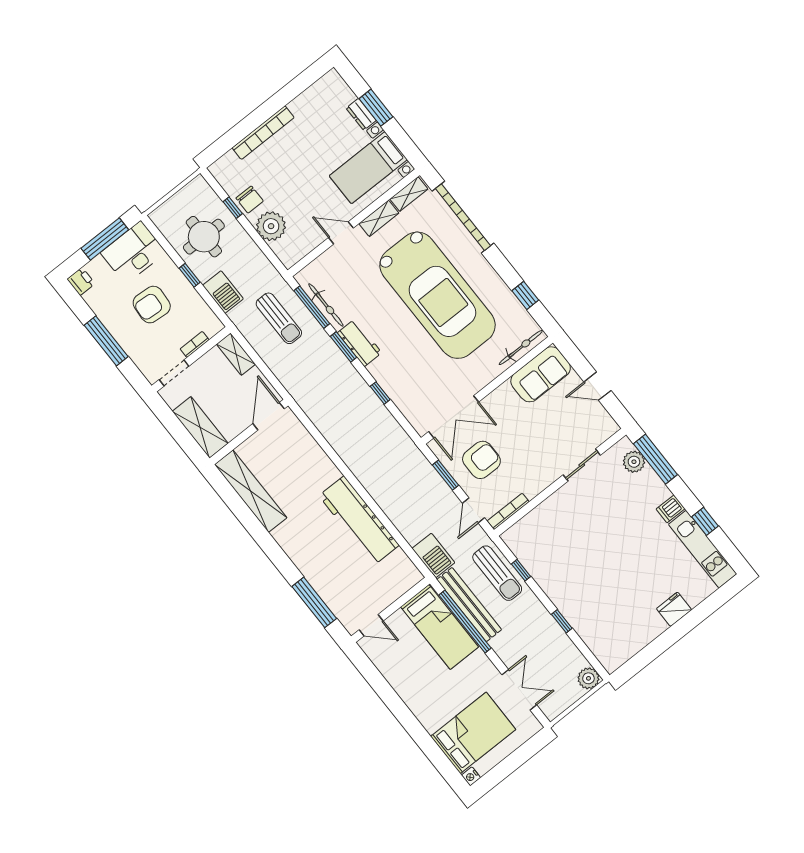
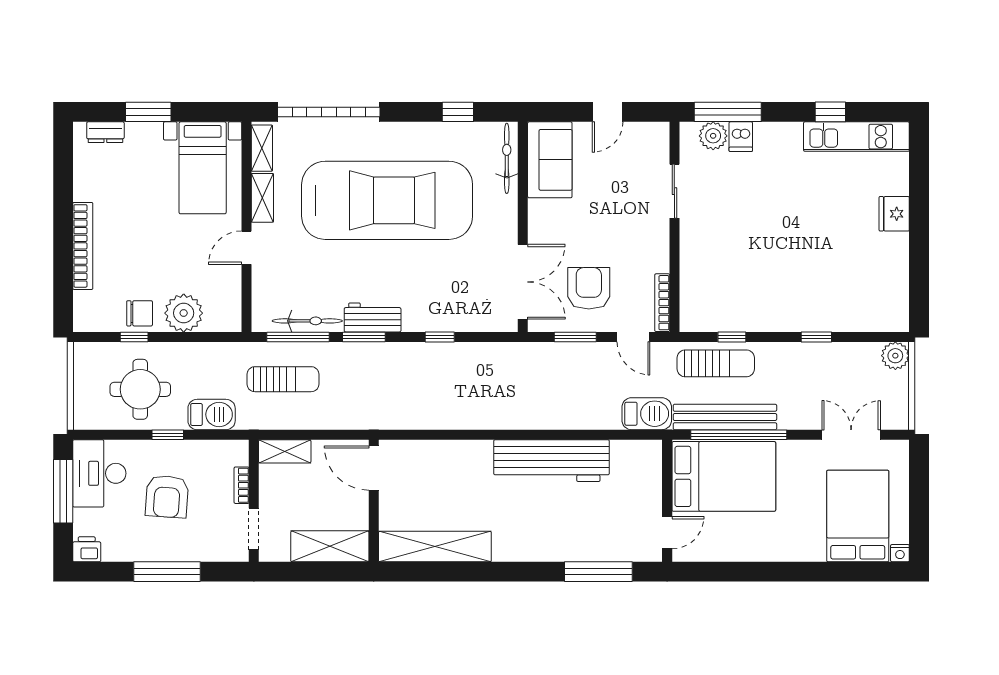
dresser: (361, 114) -> (105, 132), moved
dishwasher: (671, 509) -> (741, 137), moved
bed: (440, 627) -> (724, 476), width x1.50

